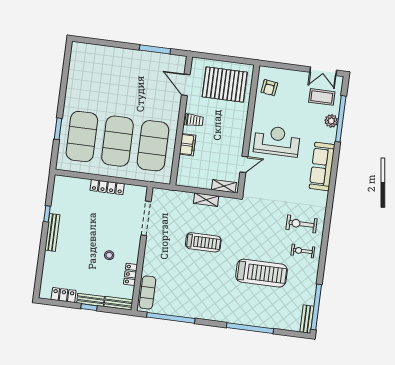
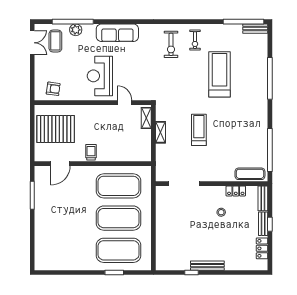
pallet: (225, 85) -> (56, 129), turned 90
filing cabinet: (187, 145) -> (114, 155), removed
locker: (107, 187) -> (161, 222), removed

